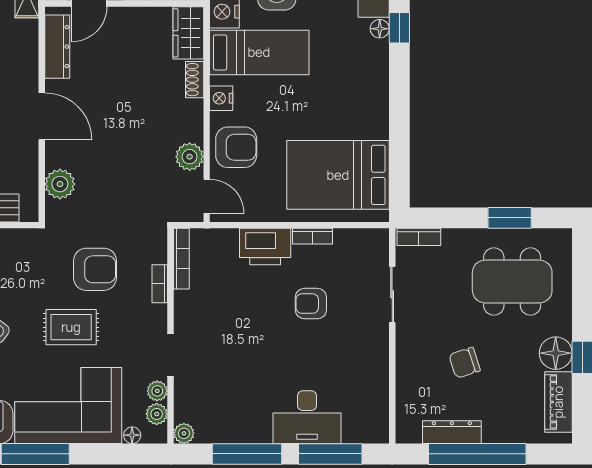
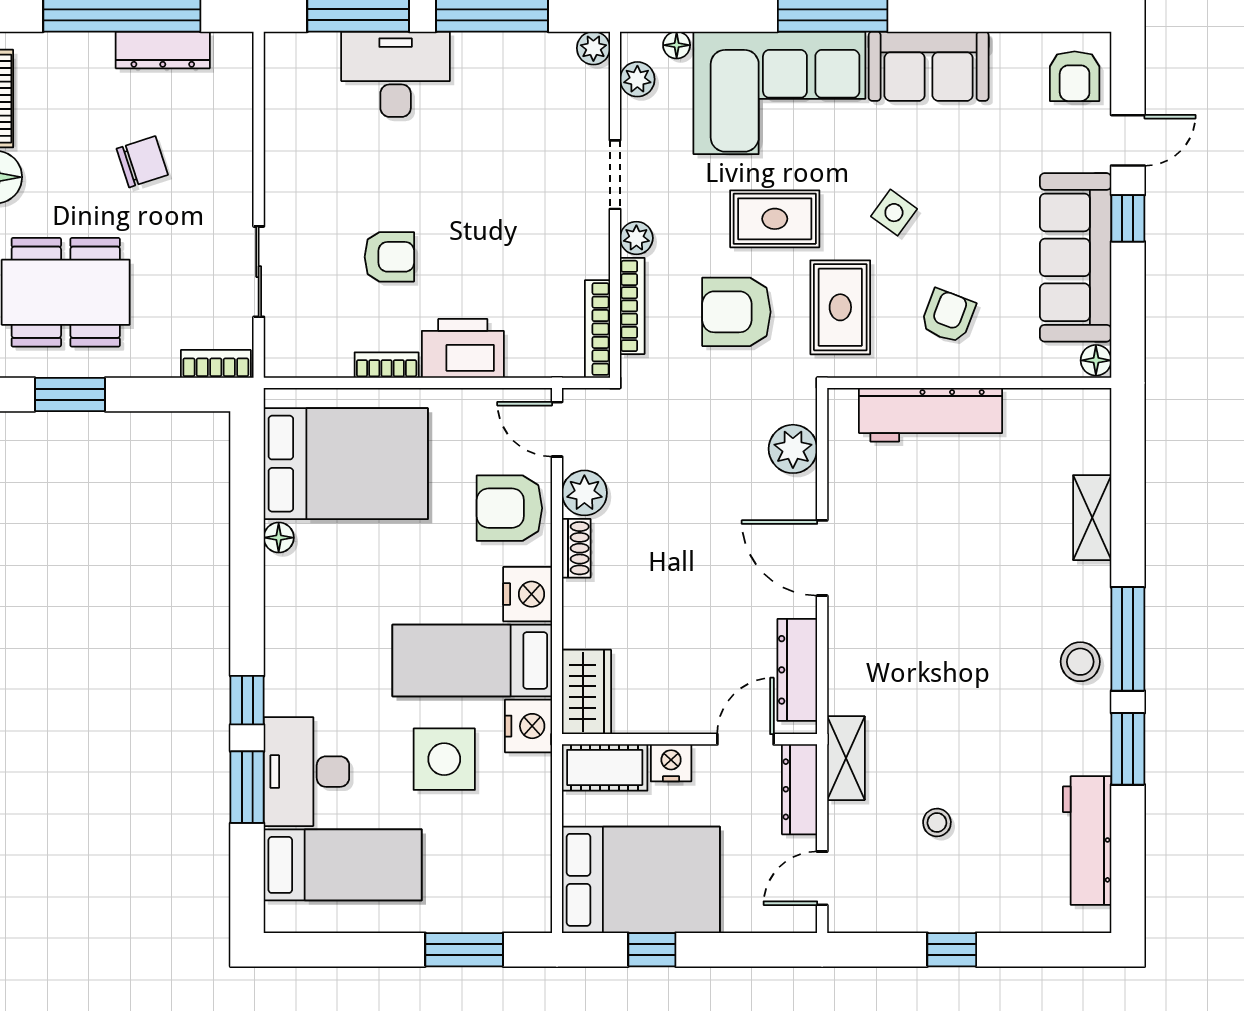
floor lamp: (380, 29) -> (279, 538), moved
shoe rack: (195, 80) -> (576, 548), moved
nightstand: (221, 98) -> (528, 594), width x1.36, depth x1.33
rug: (30, 272) -> (840, 307), added
bookcase: (160, 284) -> (632, 306), width x1.56
plant: (157, 391) -> (636, 238), moved

